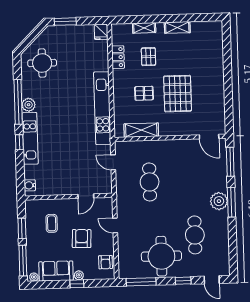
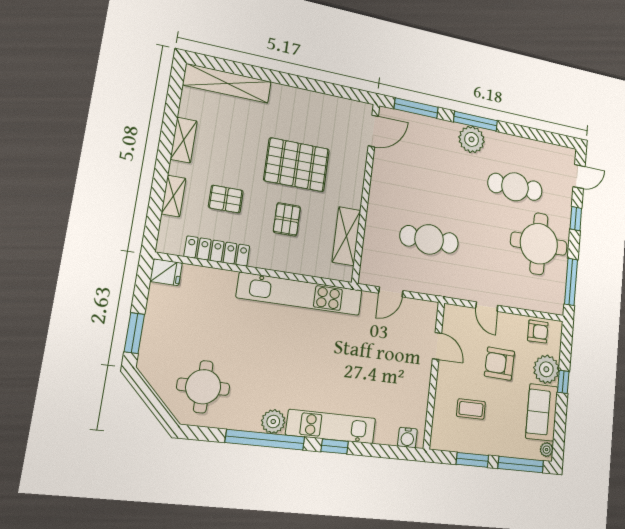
shelving: (216, 45) -> (227, 83), added
locker: (118, 57) -> (217, 251), width x1.53
door: (115, 225) -> (487, 307), hinge flipped
plant: (79, 275) -> (546, 369), width x1.88, depth x1.88

